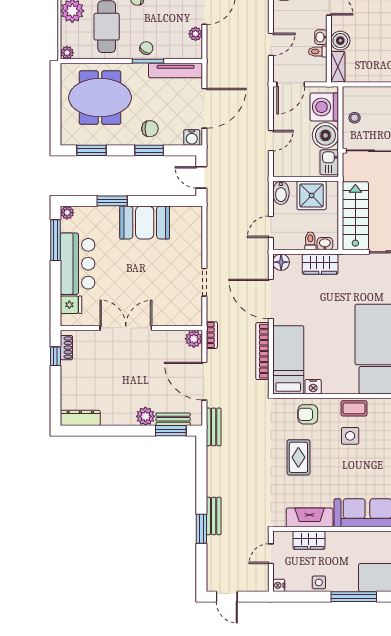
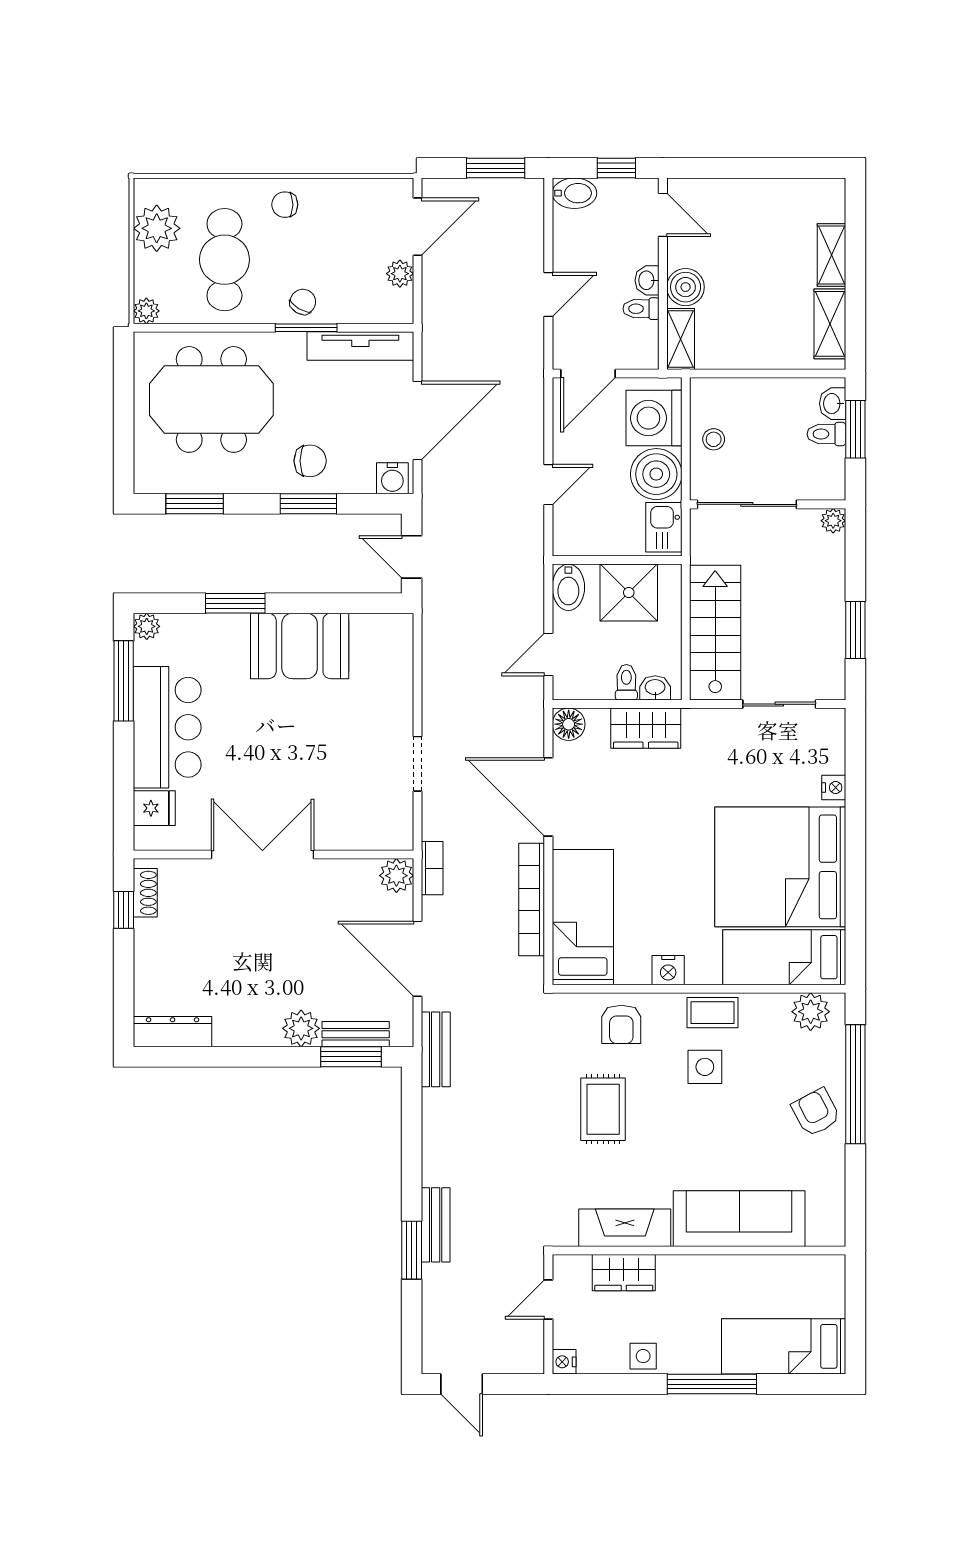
nightstand: (313, 387) -> (668, 970), moved
armchair: (308, 414) -> (621, 1024), turned -90

